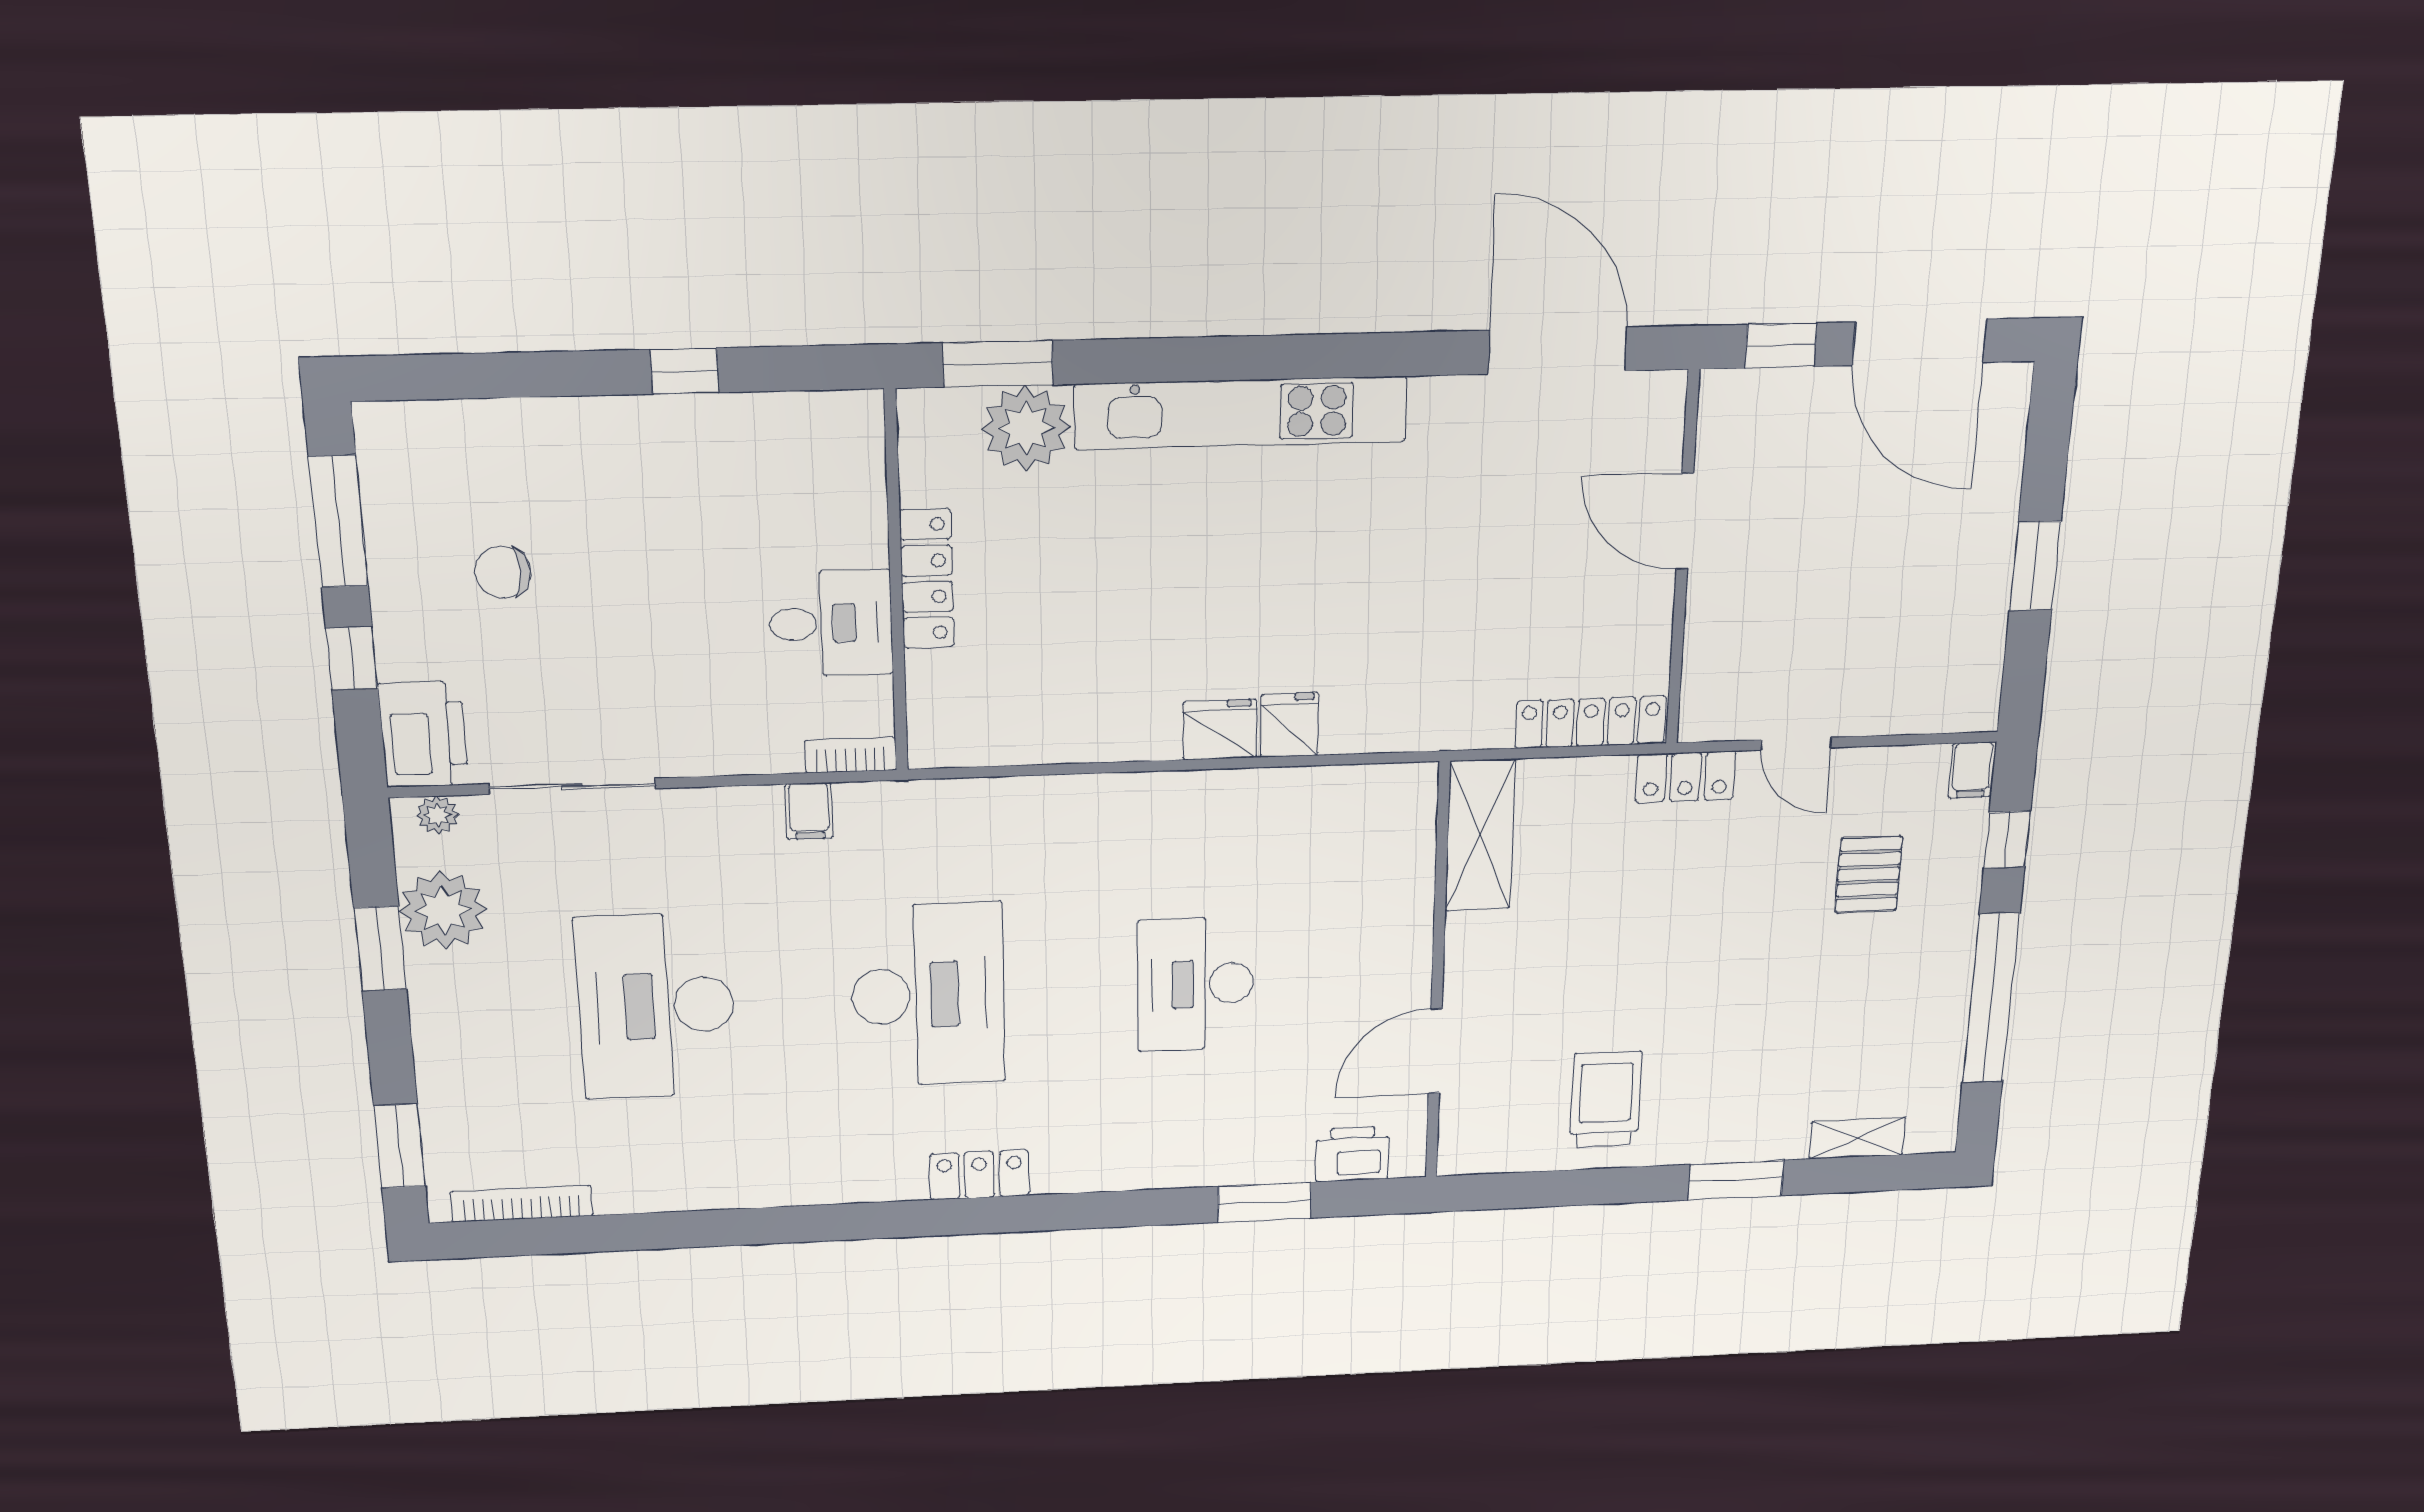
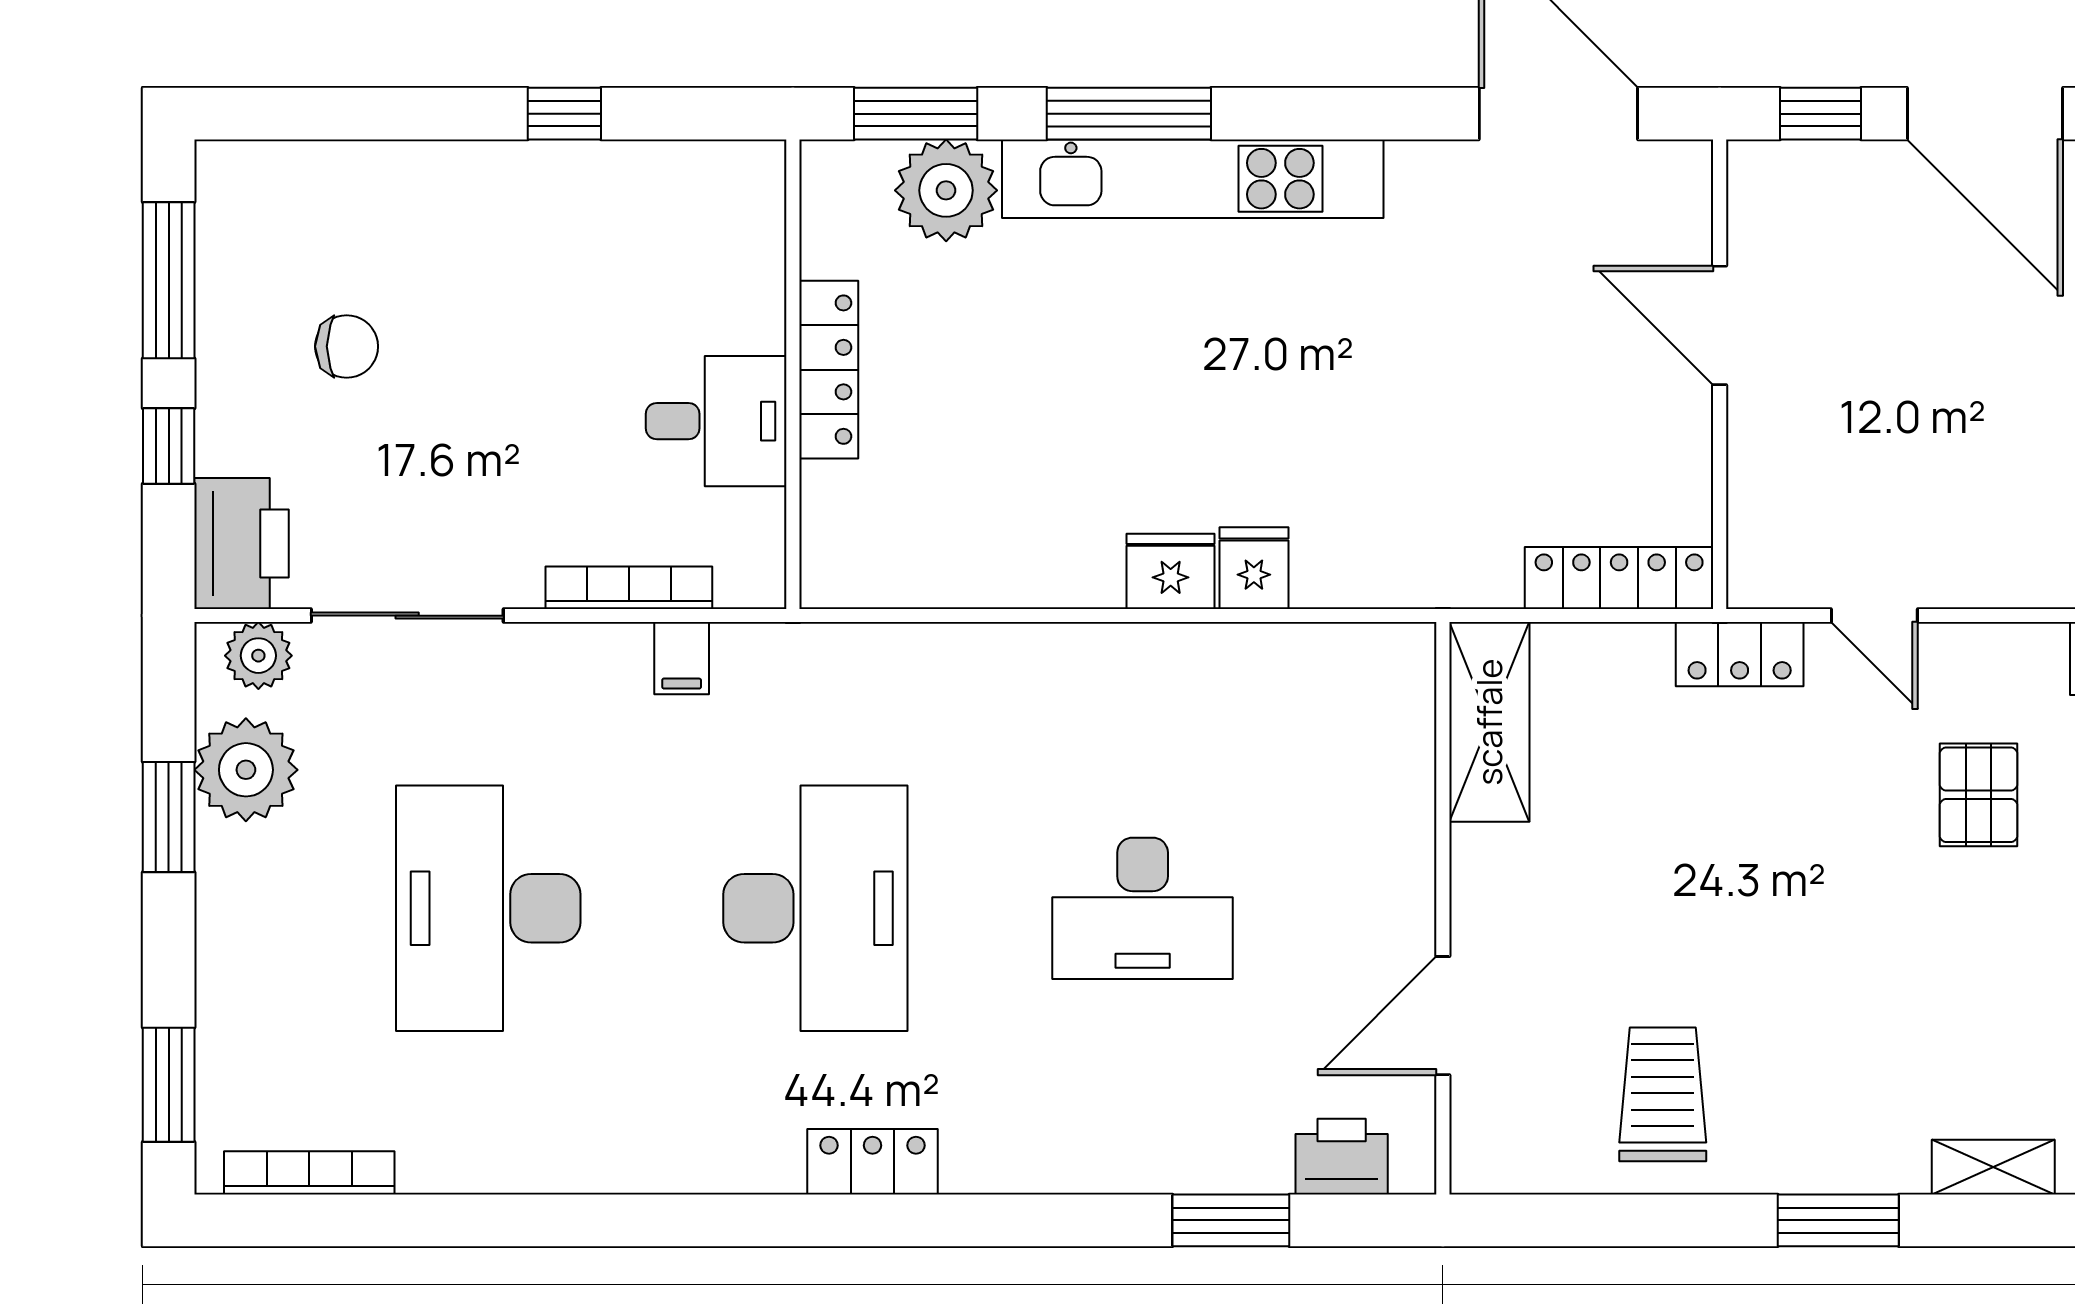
window: (1186, 359) -> (1129, 114), added
chair: (503, 572) -> (347, 346), turned 180
bookcase: (851, 755) -> (629, 588), moved, width x1.56
plant: (437, 815) -> (258, 656), width x1.38, depth x1.38
desk: (1196, 984) -> (1143, 908), turned -90

